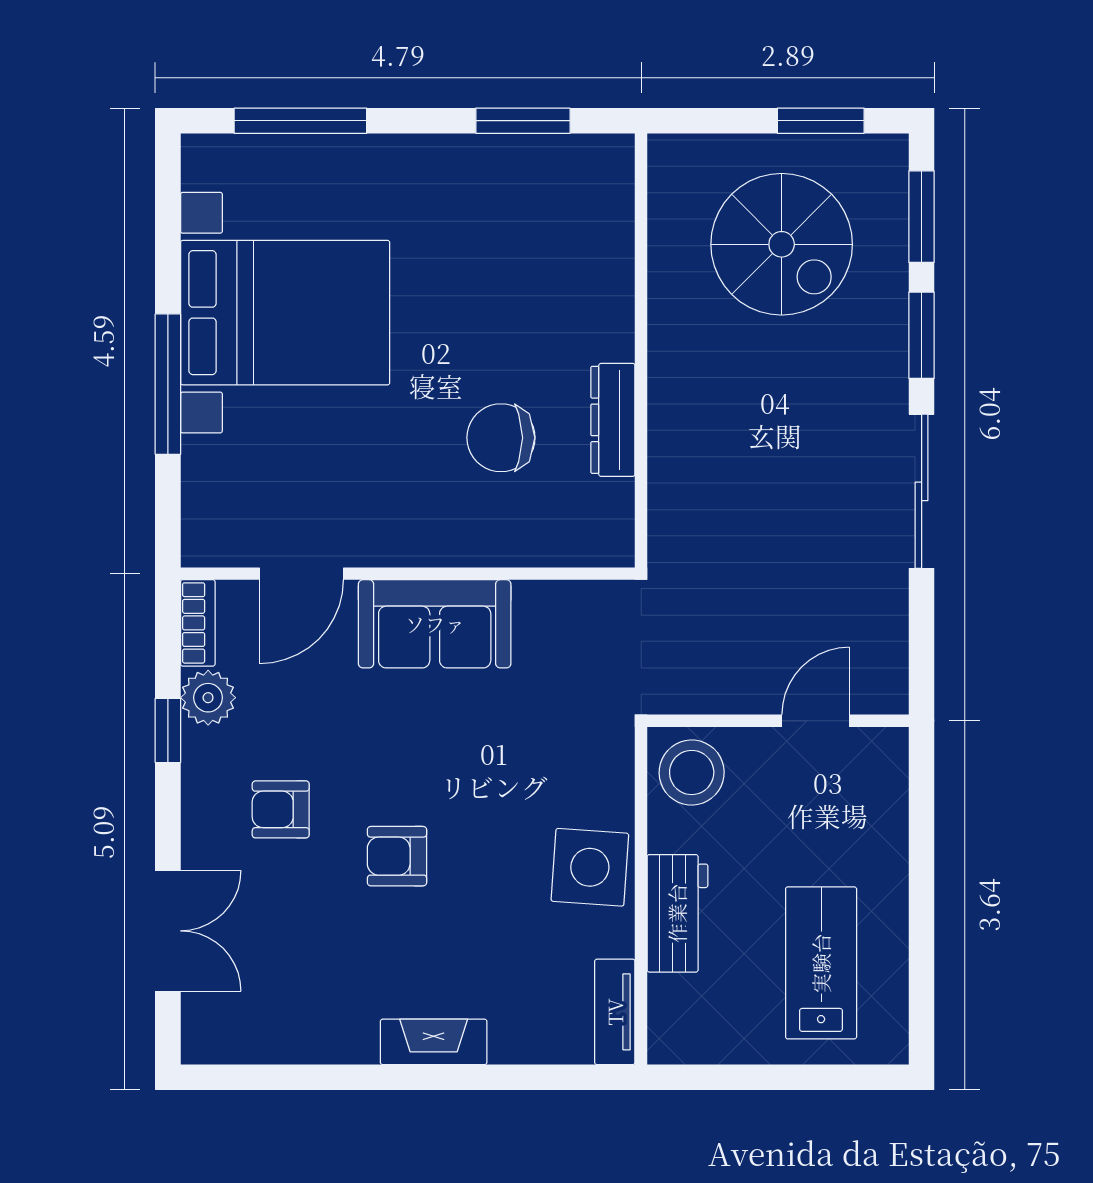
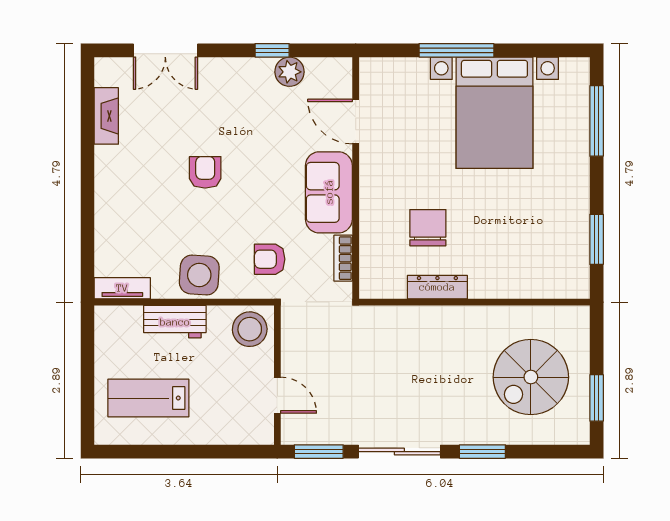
window: (922, 217) -> (319, 452), moved
bookcase: (198, 623) -> (343, 258), moved, turned 90
armchair: (281, 809) -> (270, 259), moved, turned -90
lab bench: (821, 963) -> (148, 398), turned 180
fireplace: (434, 1042) -> (106, 116), moved

